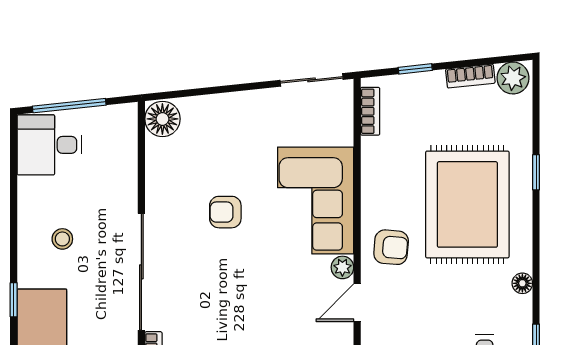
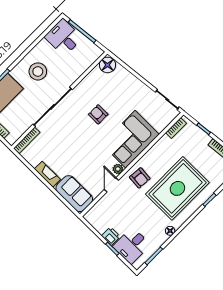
stool: (62, 239) -> (38, 71), width x1.89, depth x1.89
door: (357, 303) -> (111, 185), hinge flipped

